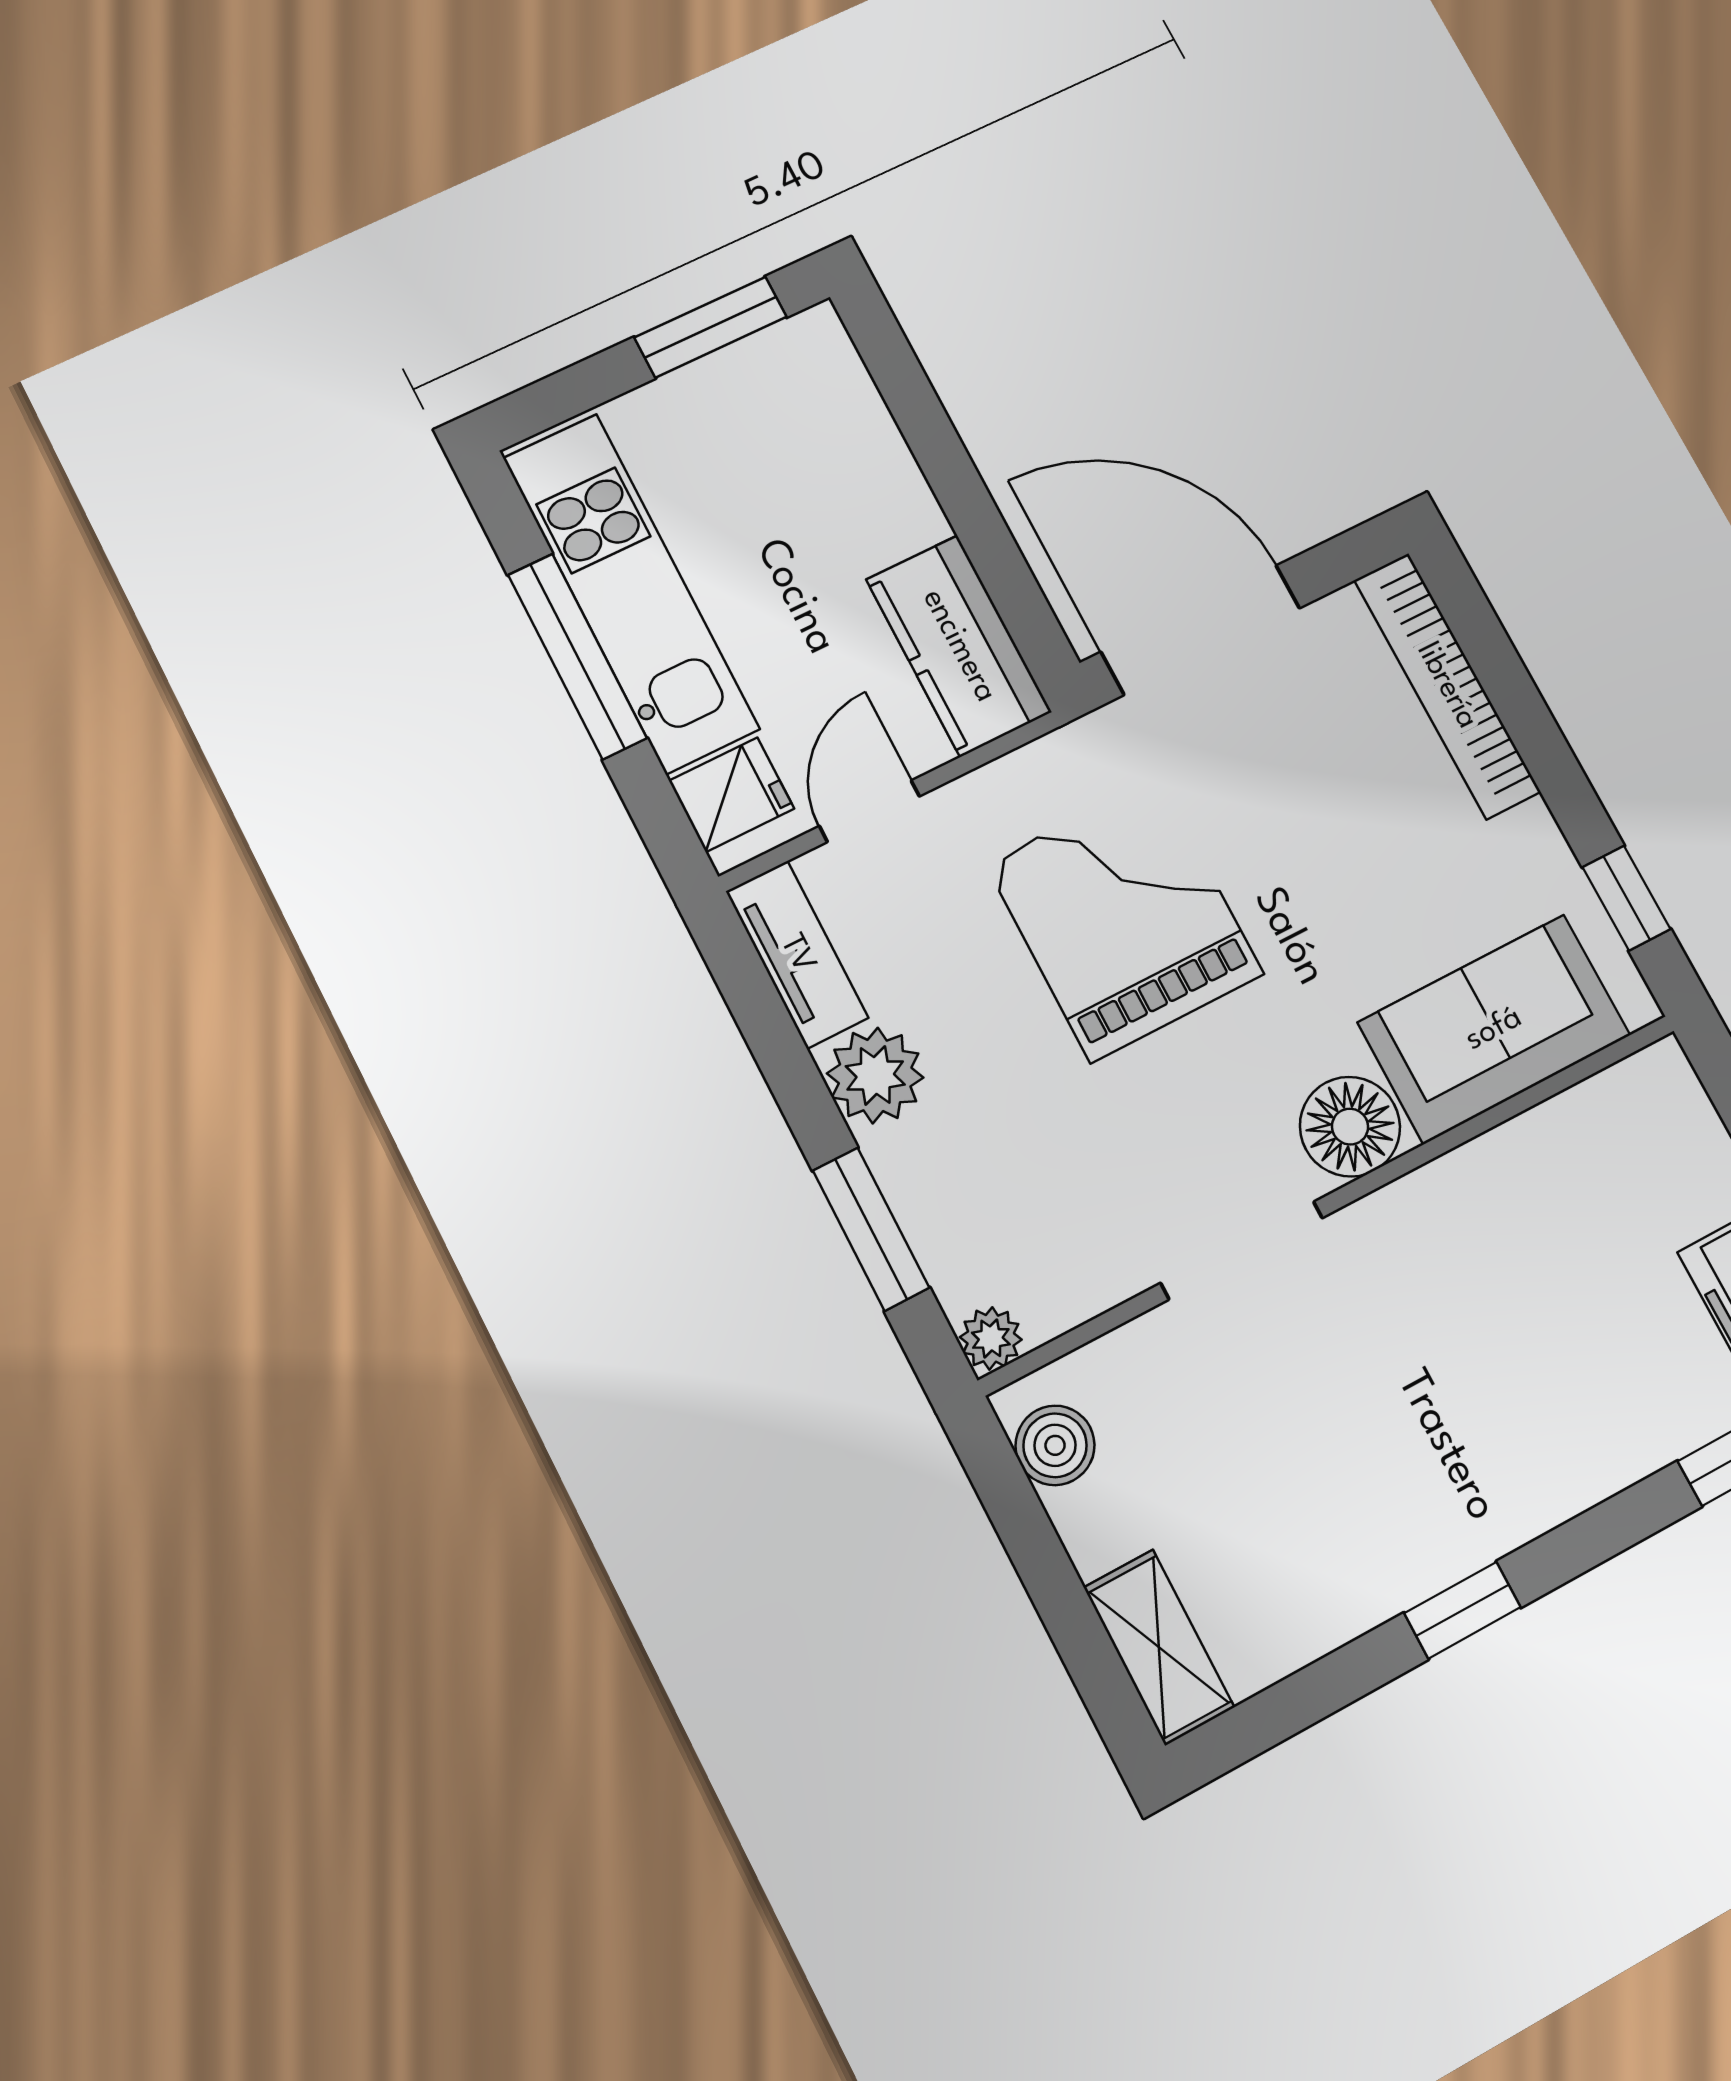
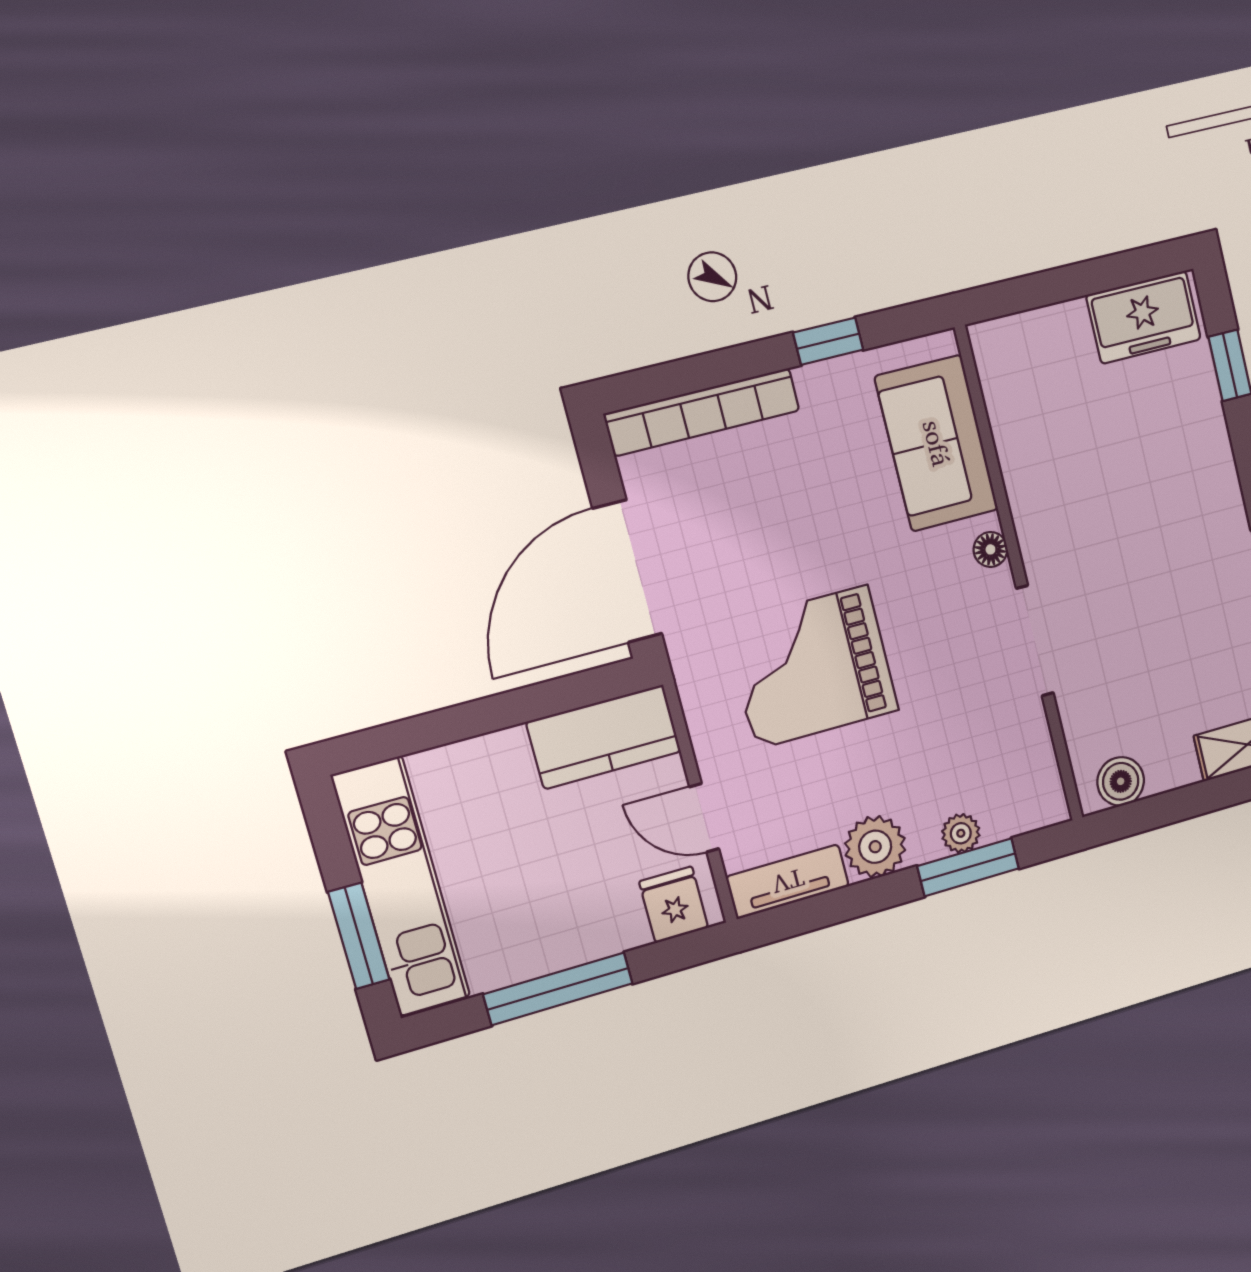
window: (711, 327) -> (359, 936), moved
kitchen unit: (631, 593) -> (401, 887), moved, turned 90
window: (1626, 898) -> (828, 341), moved
floor lamp: (1350, 1127) -> (990, 549), width x0.53, depth x0.53
plant: (991, 1338) -> (961, 833), moved

